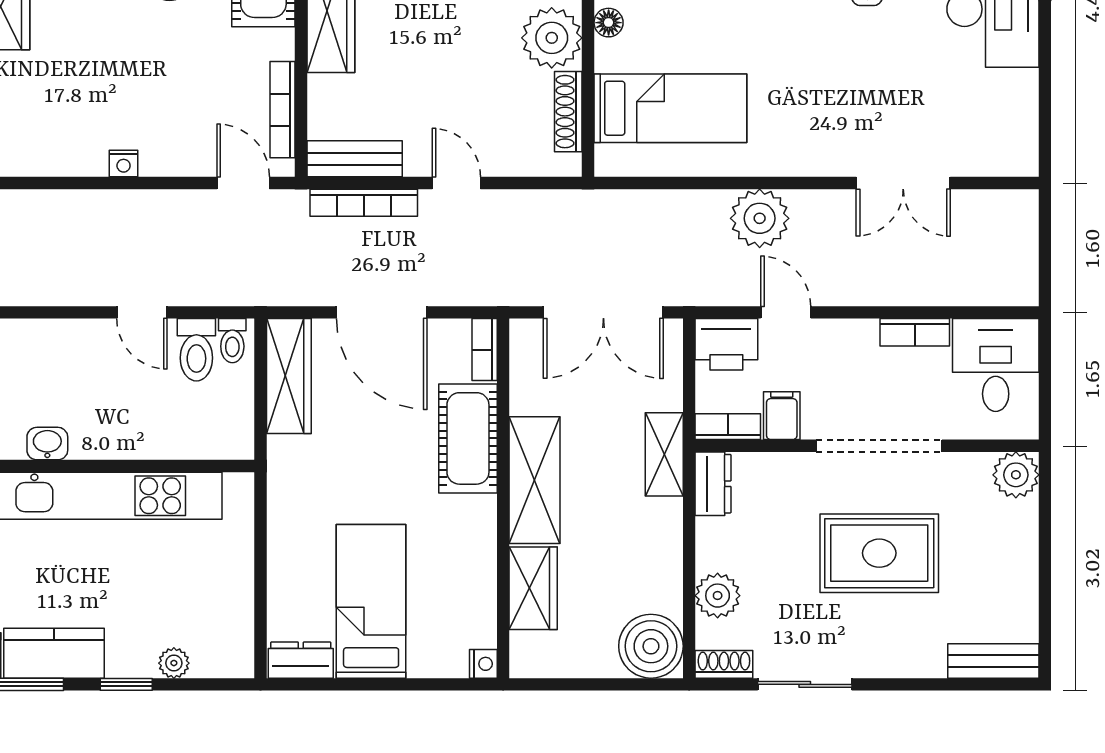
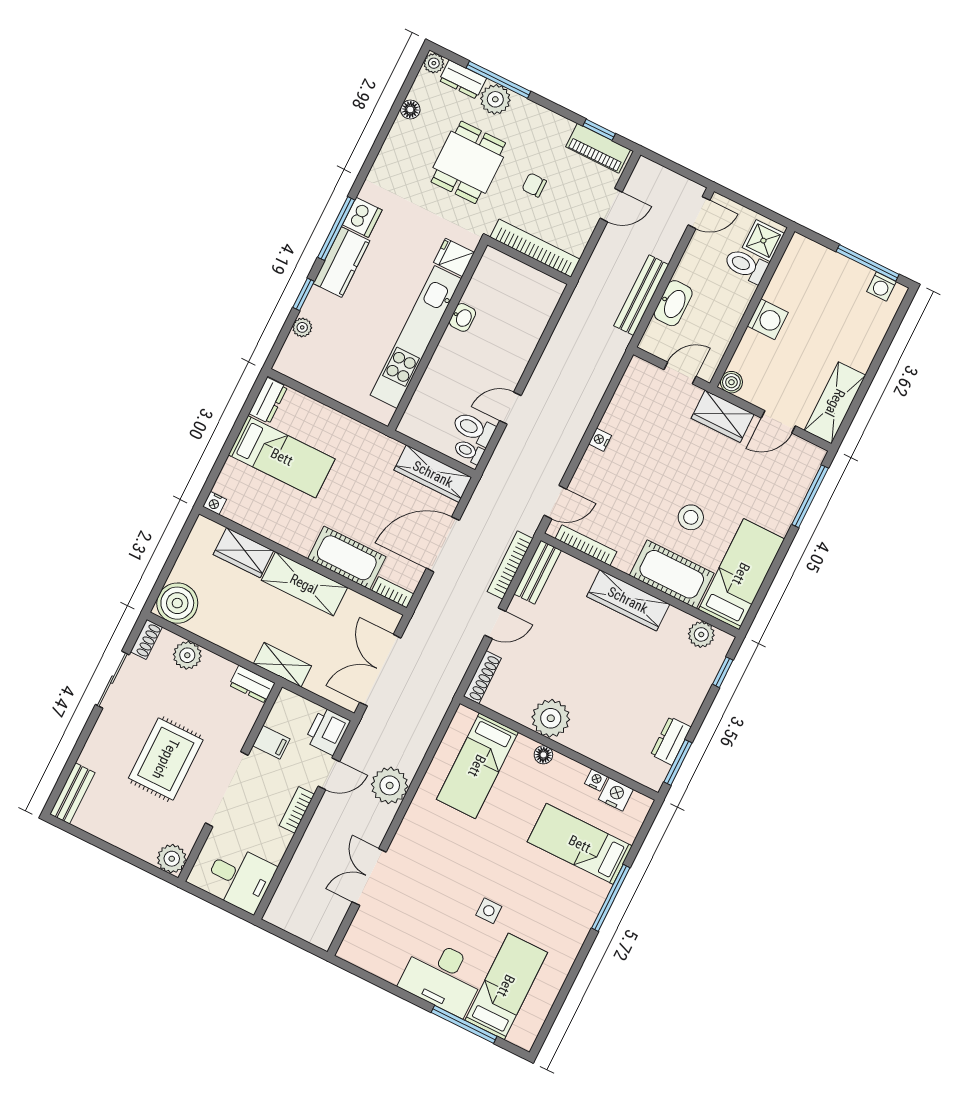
shoe rack: (568, 112) -> (482, 677), moved, turned 90
bookcase: (915, 332) -> (297, 810), moved
bookcase: (728, 427) -> (280, 709), removed

